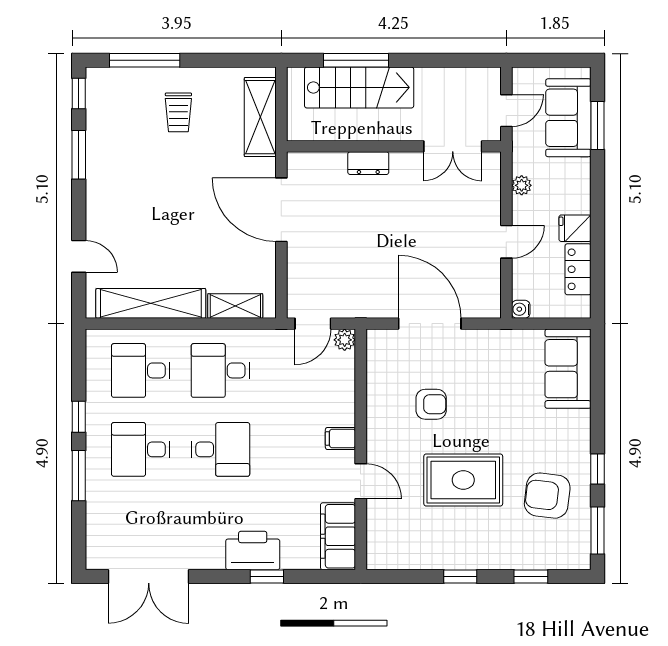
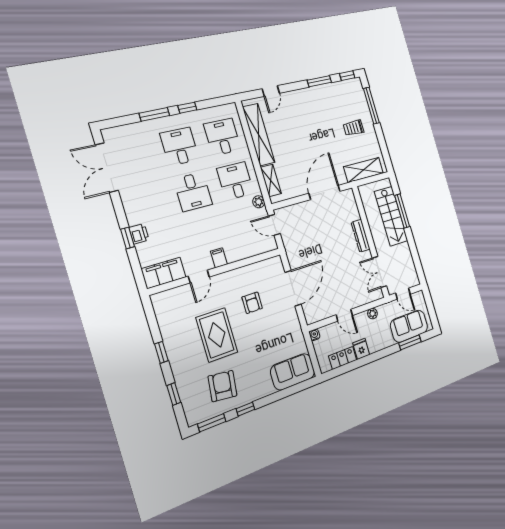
dresser: (368, 163) -> (361, 236), width x1.44
plant: (345, 340) -> (259, 202), moved
printer: (253, 550) -> (139, 234), width x0.53, depth x0.68

